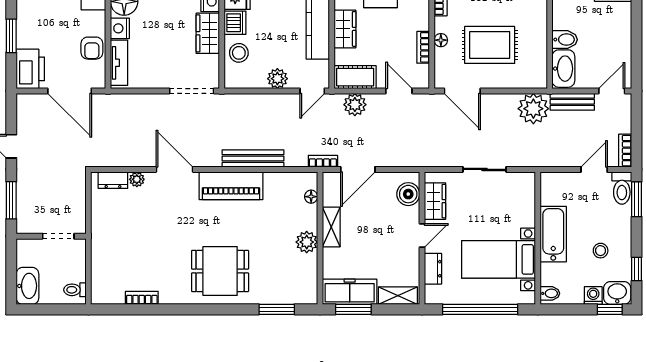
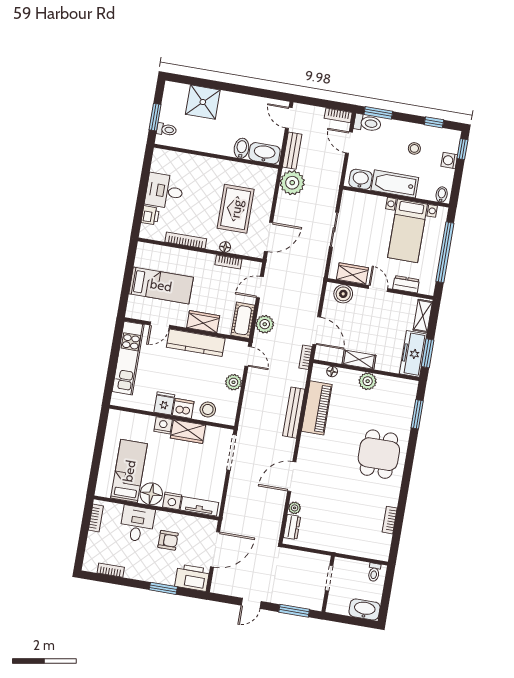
armchair: (92, 48) -> (168, 540), moved
piano: (231, 186) -> (317, 408), moved
washbasin: (617, 293) -> (361, 179), moved, turned 90

